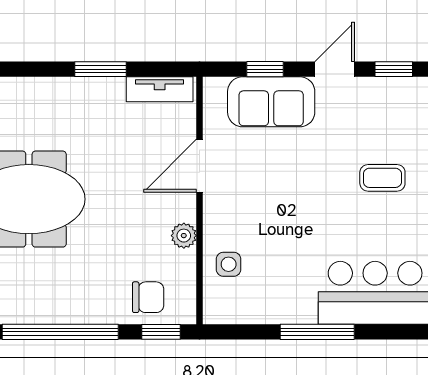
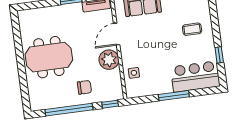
plant: (184, 236) -> (109, 60), width x1.88, depth x1.88
chair: (148, 297) -> (84, 87), moved

